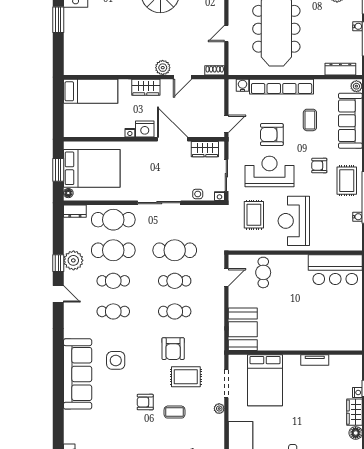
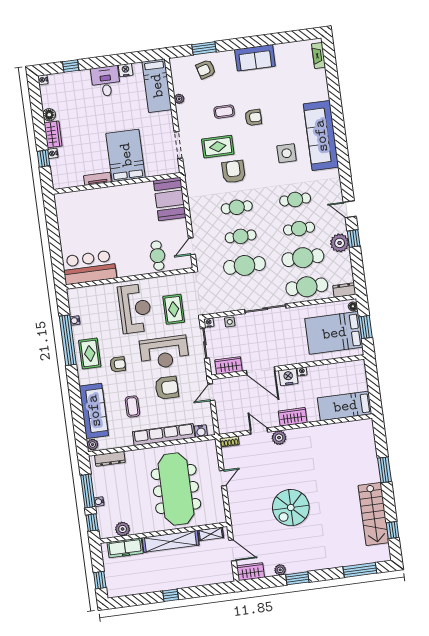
door: (182, 77) -> (259, 431), hinge flipped
bed: (265, 380) -> (126, 155), moved
plant: (219, 409) -> (179, 99), moved

